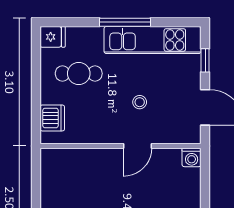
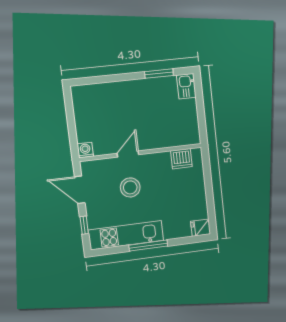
cafe table: (79, 73) -> (178, 203), removed
stool: (140, 102) -> (130, 187), width x1.89, depth x1.89
dishwasher: (52, 118) -> (181, 159), moved, turned -90

